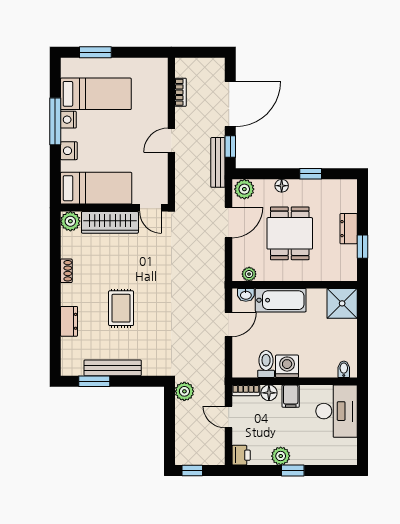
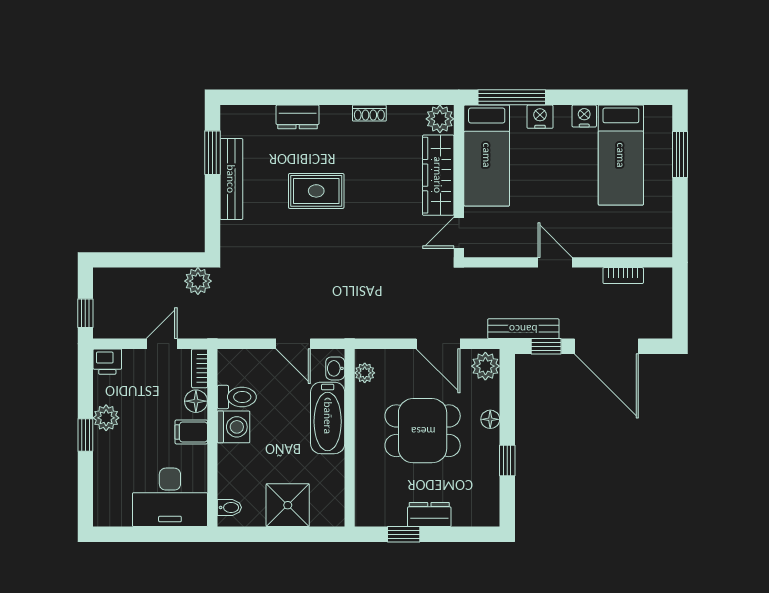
window: (55, 121) -> (512, 97), moved
shower: (342, 303) -> (288, 505), moved
window: (192, 471) -> (85, 313), moved

